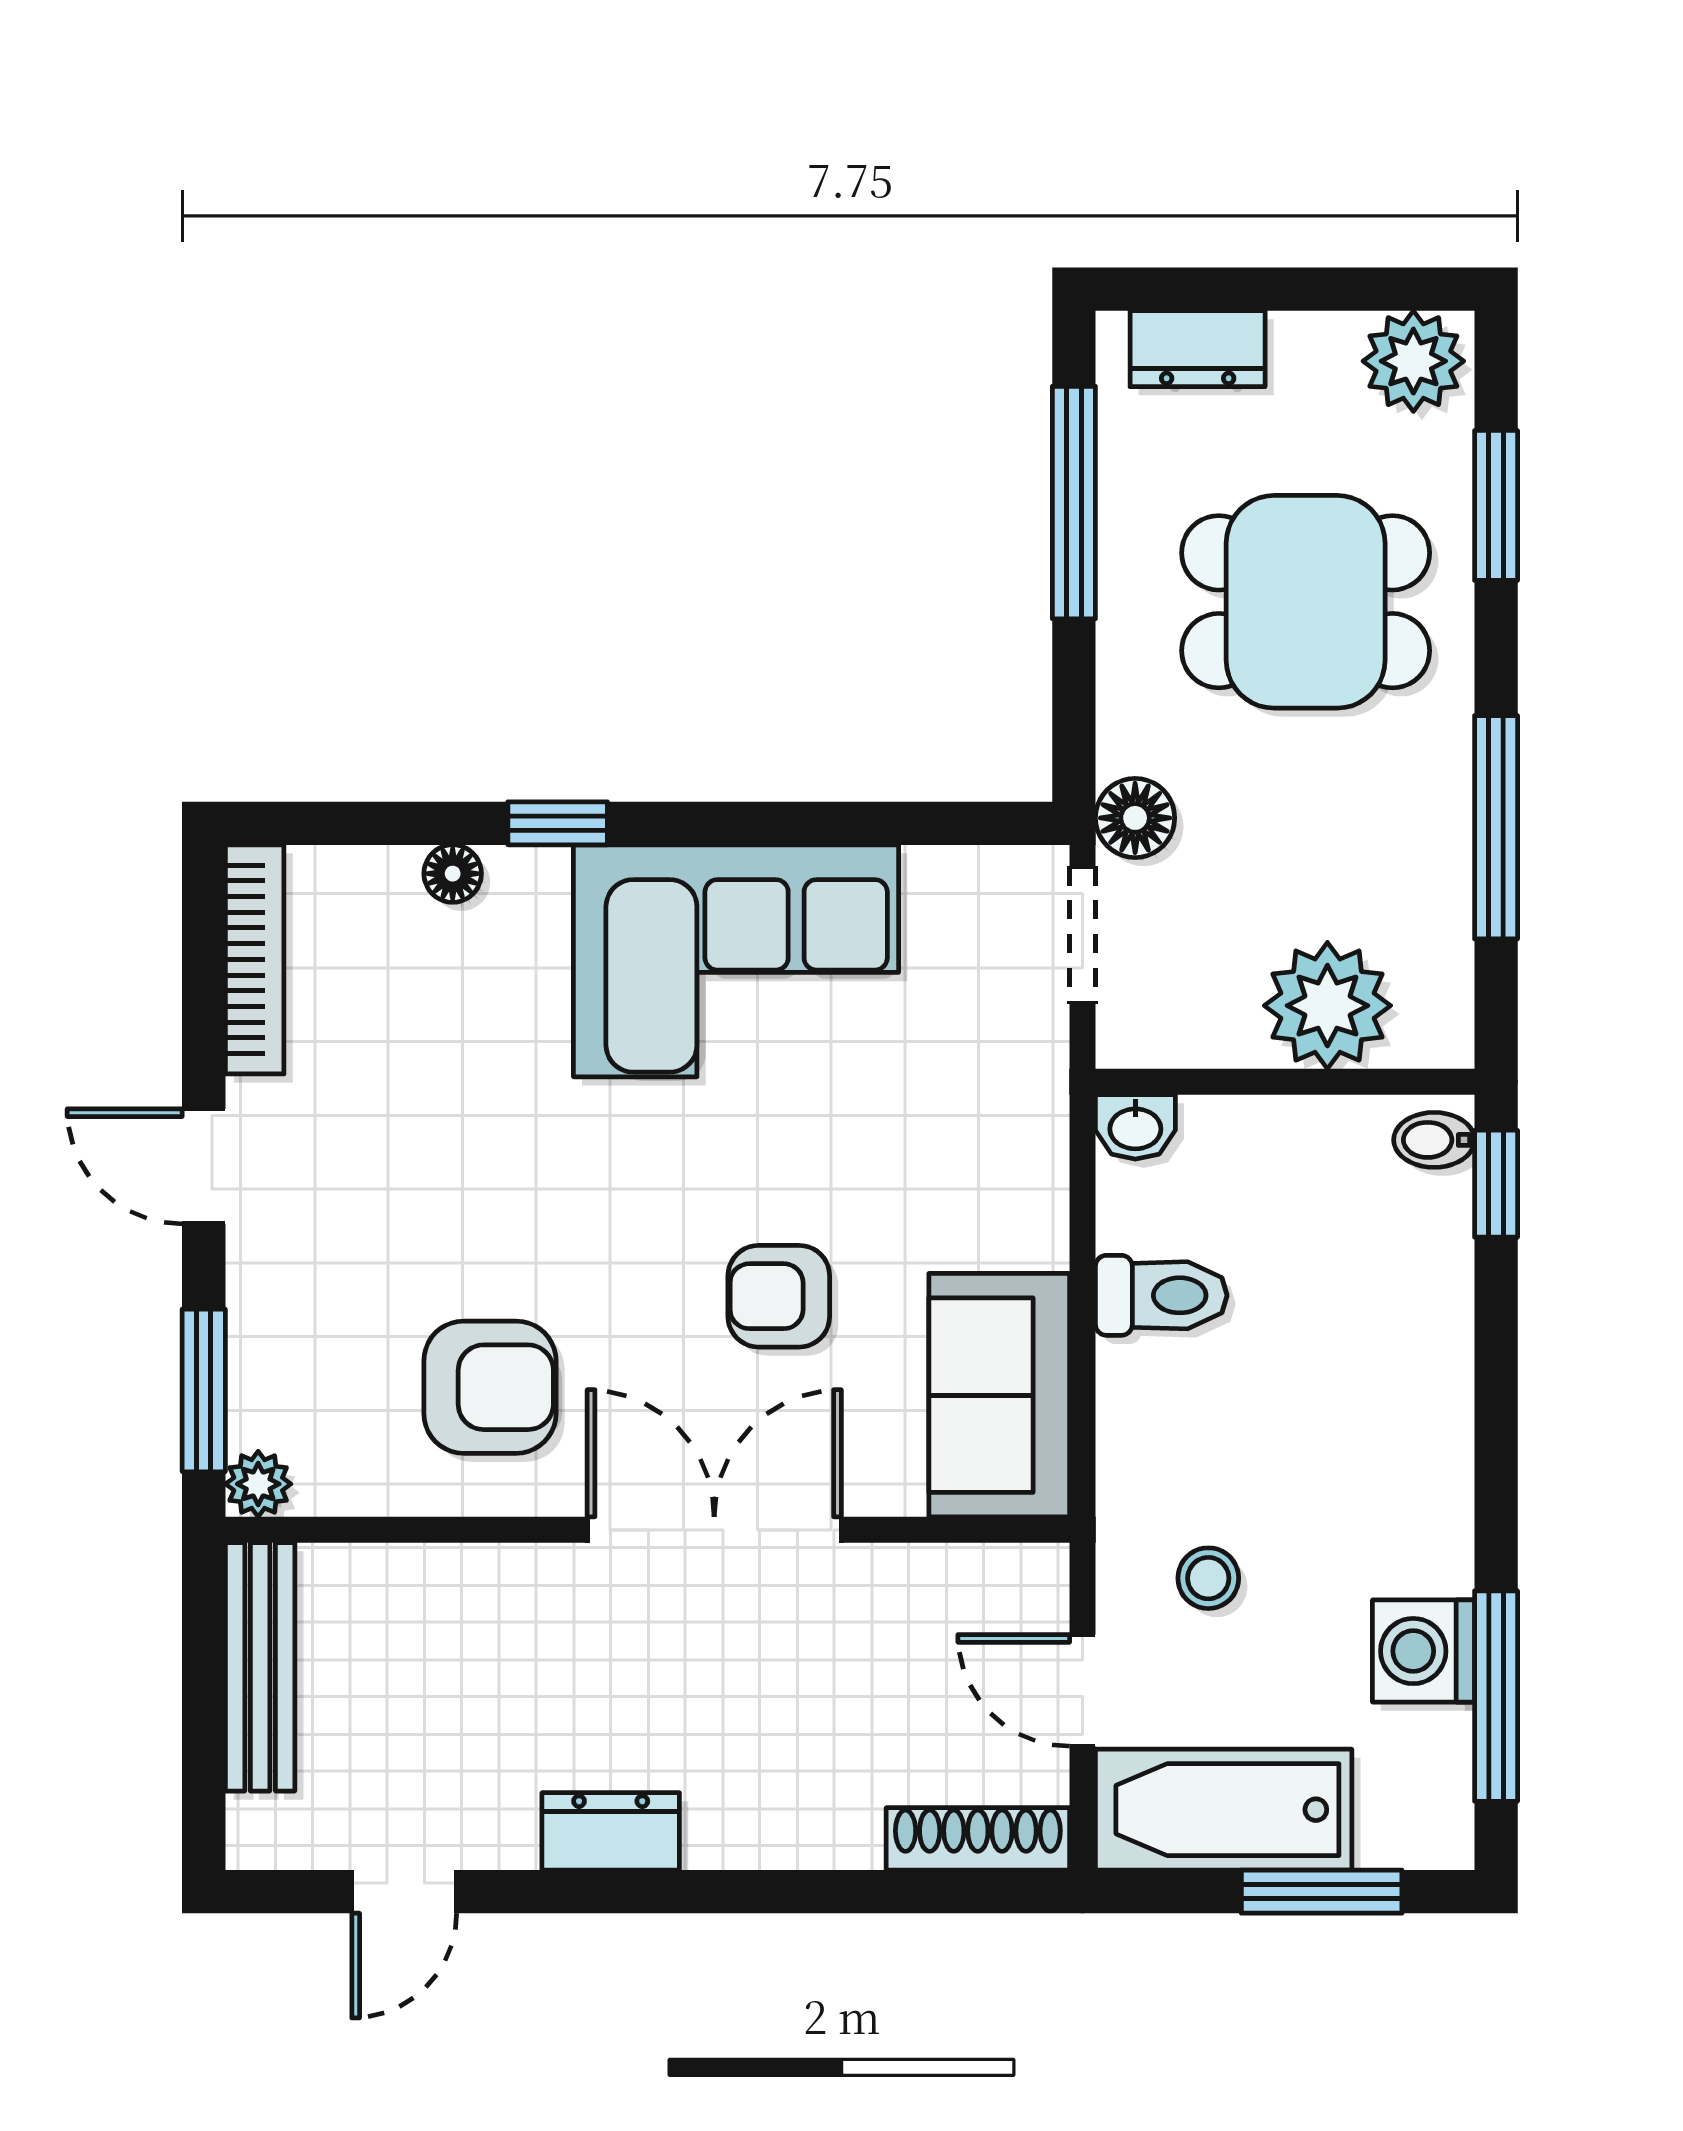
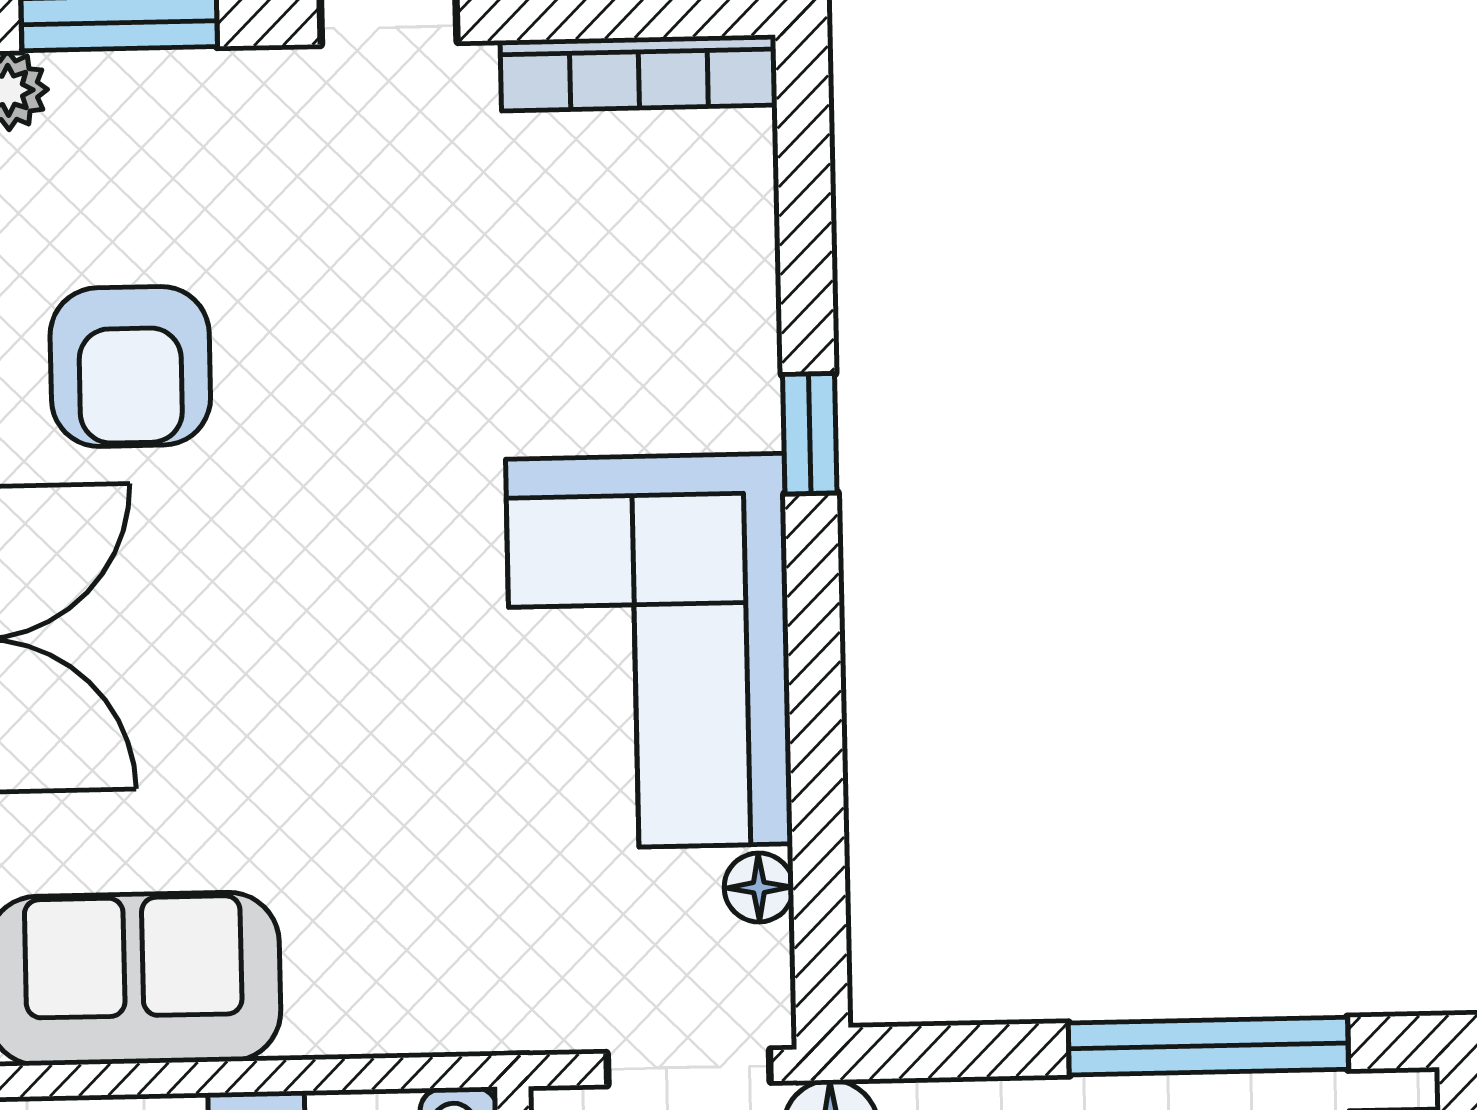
floor lamp: (453, 874) -> (759, 887), moved
armchair: (779, 1296) -> (247, 711), removed

